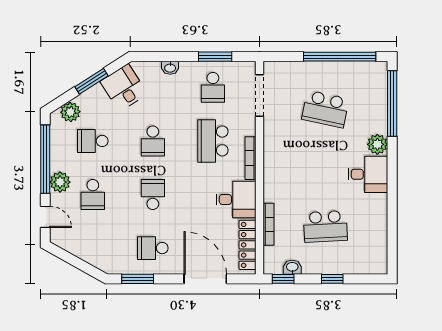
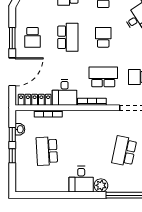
school desk: (153, 141) -> (103, 37), turned 90
school desk: (153, 195) -> (68, 37), width x1.85
school desk: (153, 248) -> (33, 37), turned 180
window: (138, 279) -> (12, 38), moved
window: (283, 279) -> (12, 135), moved

